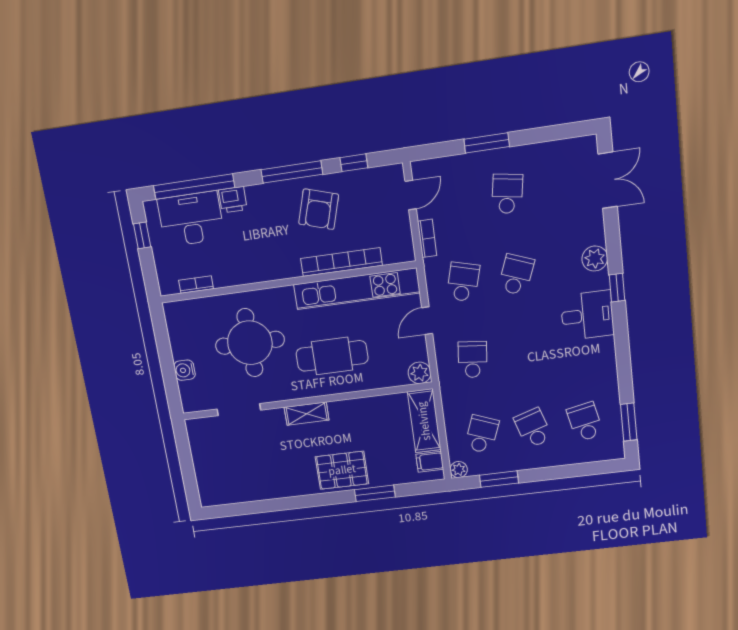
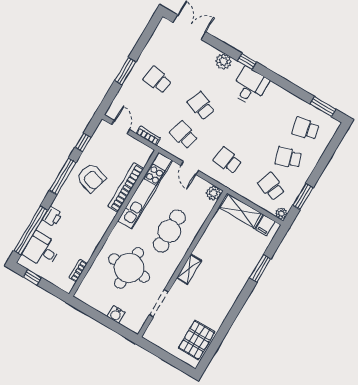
desk: (191, 219) -> (42, 250), width x0.73
pallet: (342, 470) -> (197, 340), moved

